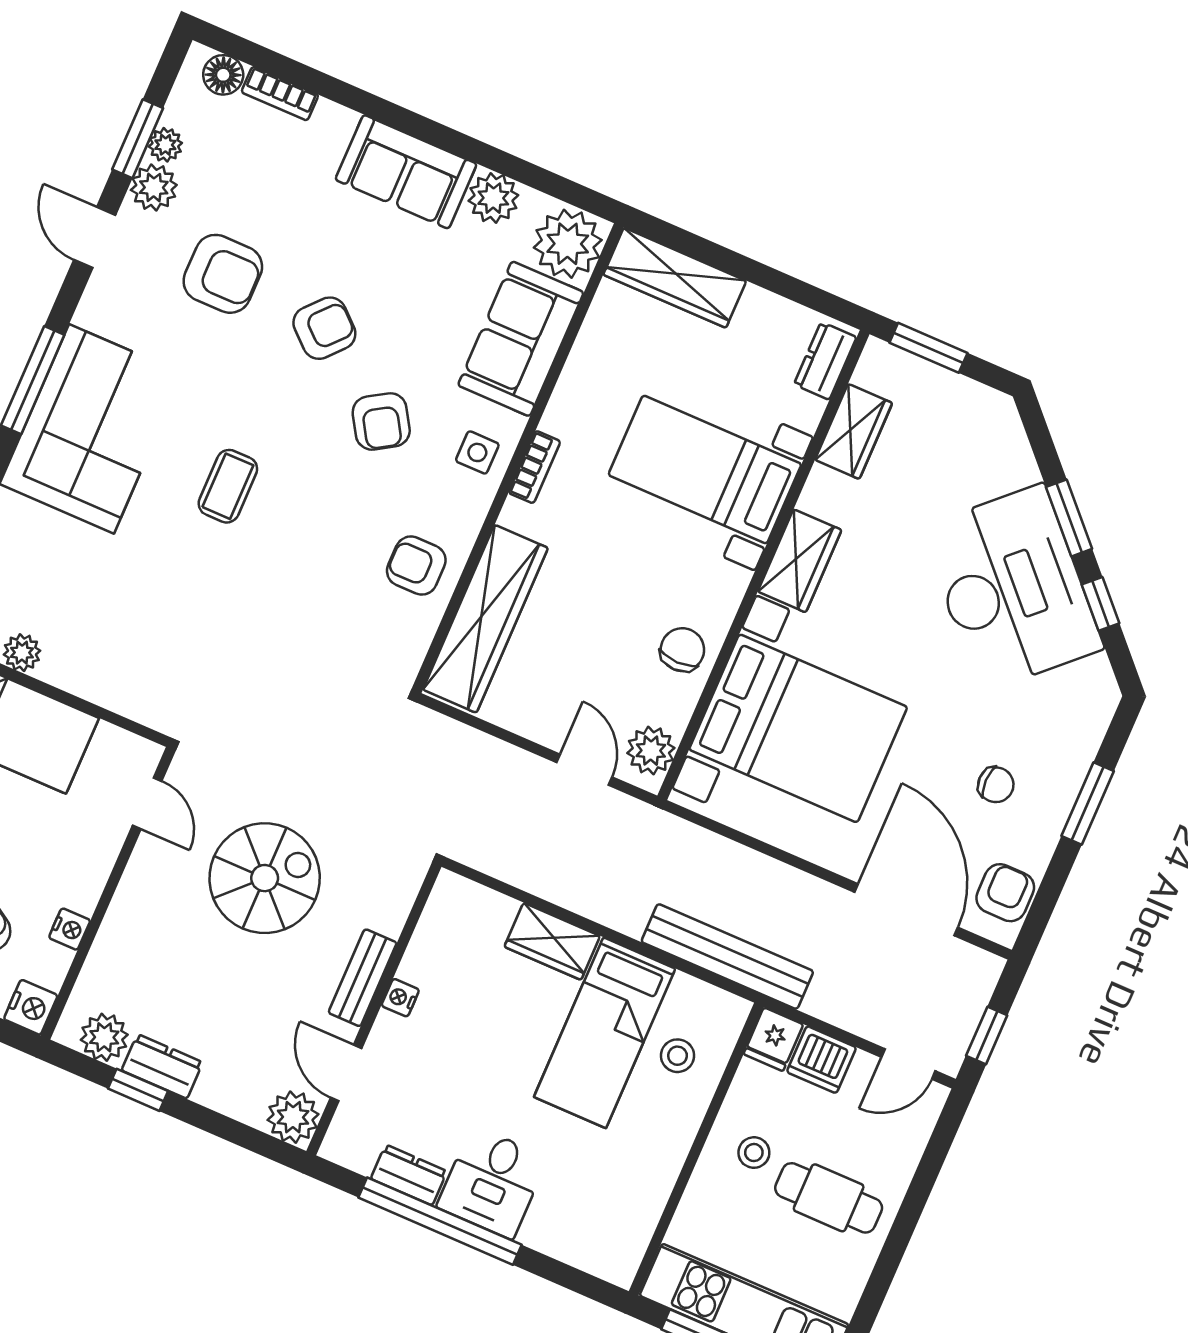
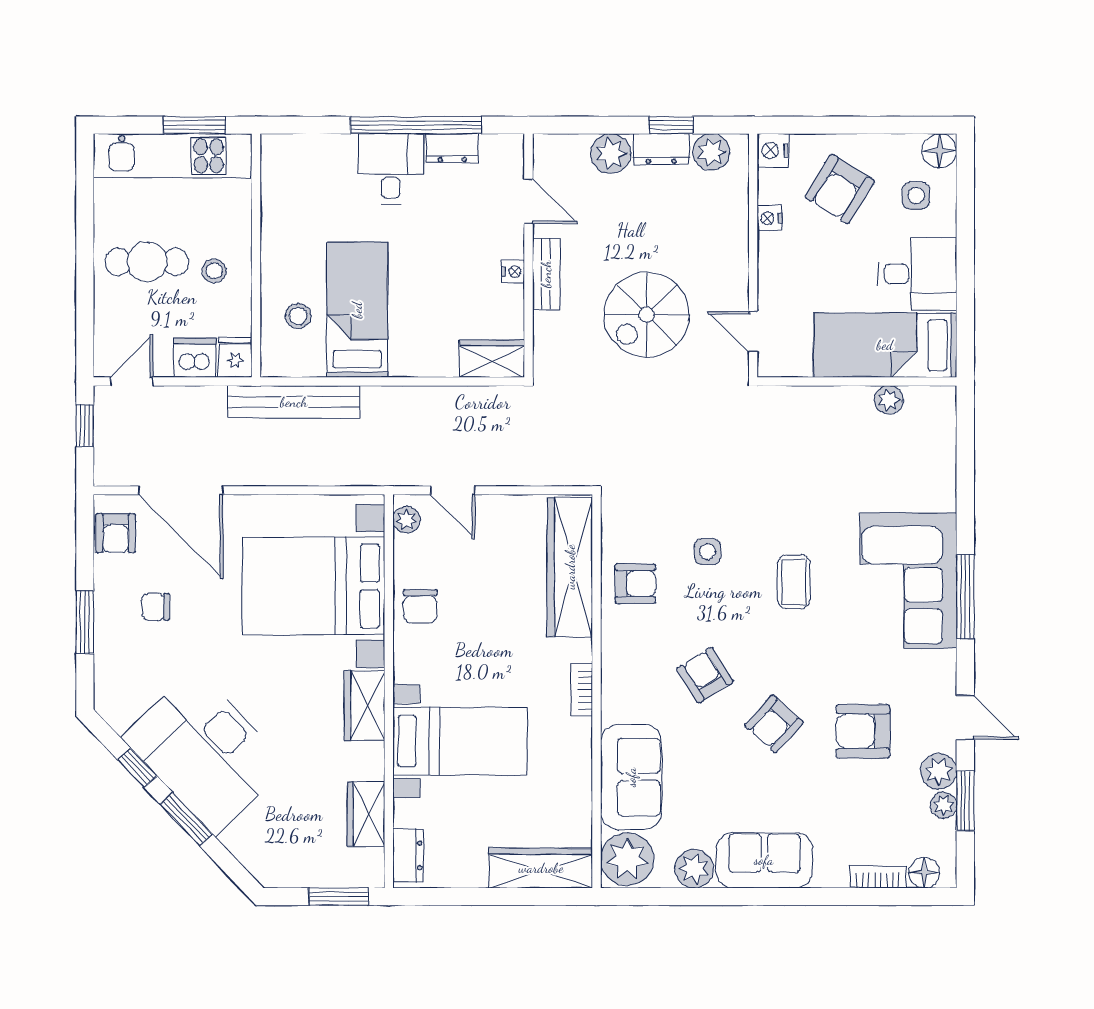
side table: (477, 452) -> (708, 552), moved
plant: (651, 750) -> (406, 520), width x0.73, depth x0.73
wardrobe: (552, 941) -> (492, 359), moved
plant: (293, 1117) -> (611, 154), moved

